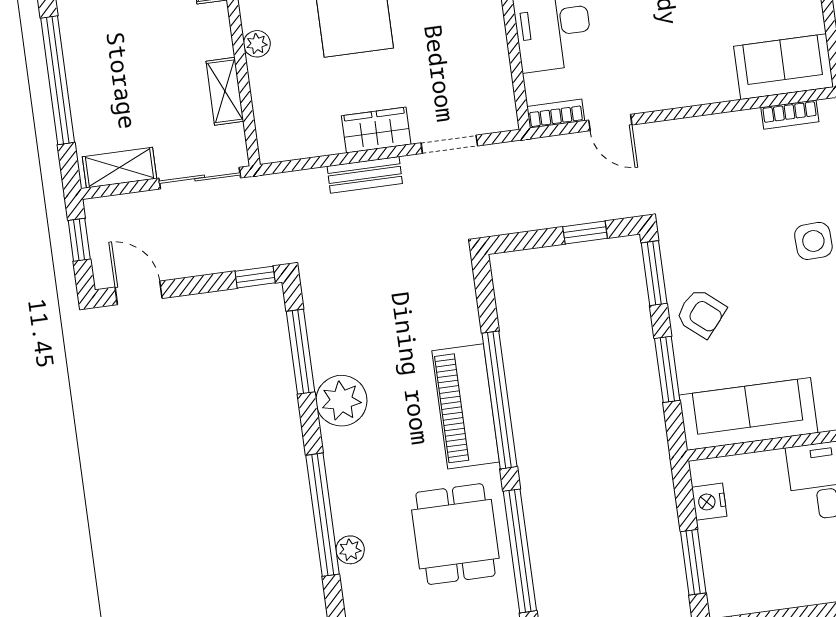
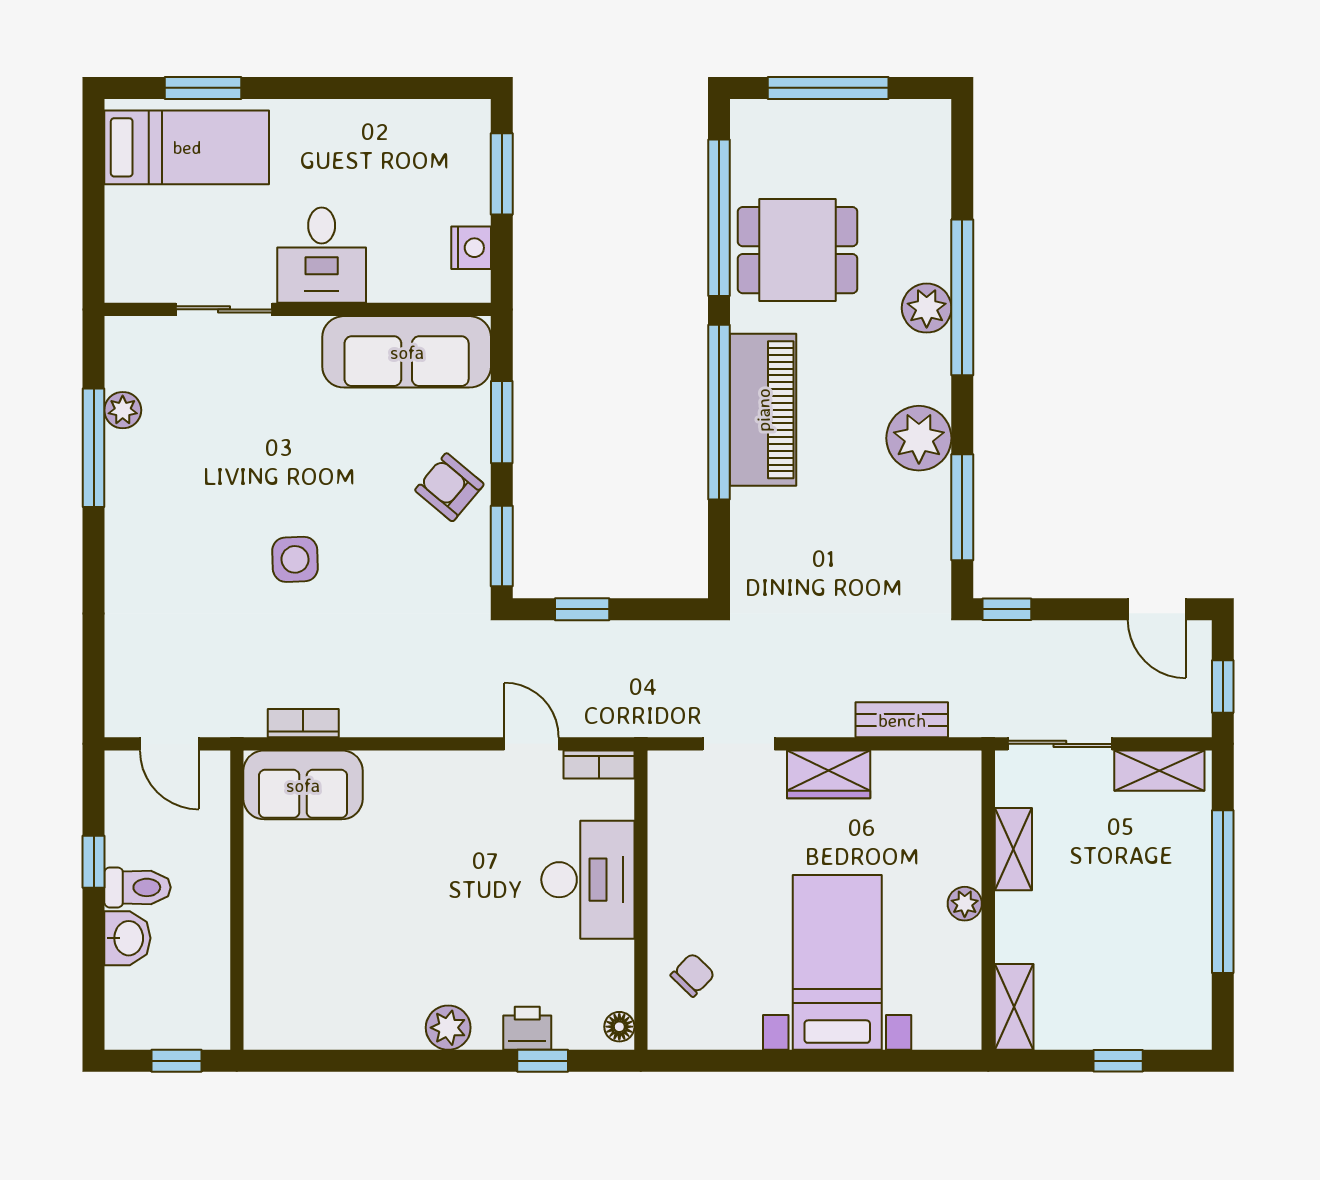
bench: (365, 175) -> (902, 720), moved
dining table: (455, 534) -> (798, 250), turned 90
plant: (350, 550) -> (927, 308), moved, width x1.38, depth x1.38

